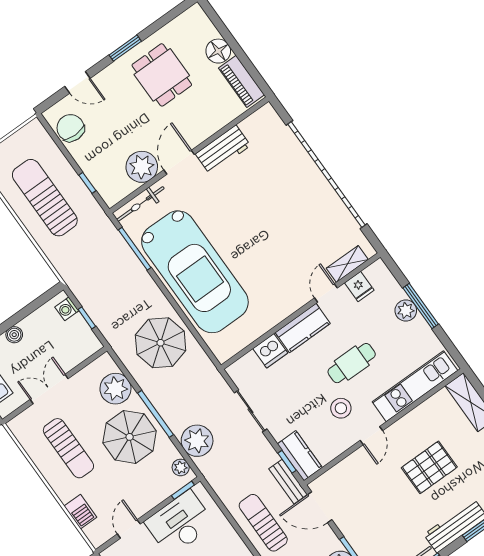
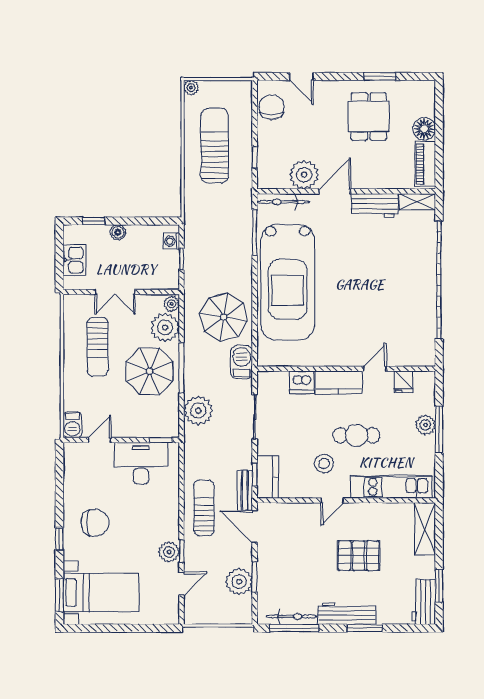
window: (125, 48) -> (380, 77), moved
shelving: (347, 264) -> (417, 202), moved
barbecue: (205, 371) -> (242, 362), added
double door: (49, 389) -> (115, 292), swing flipped
plant: (181, 467) -> (172, 304), moved
barbecue: (80, 512) -> (72, 425), moved

